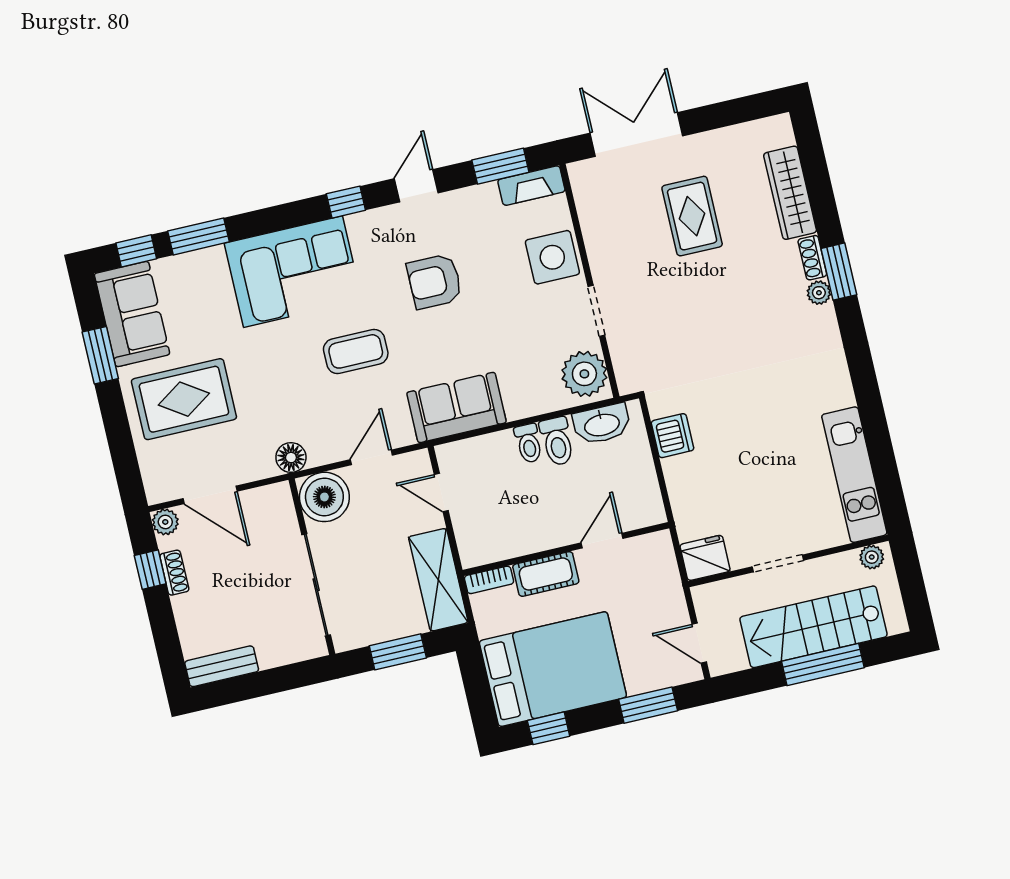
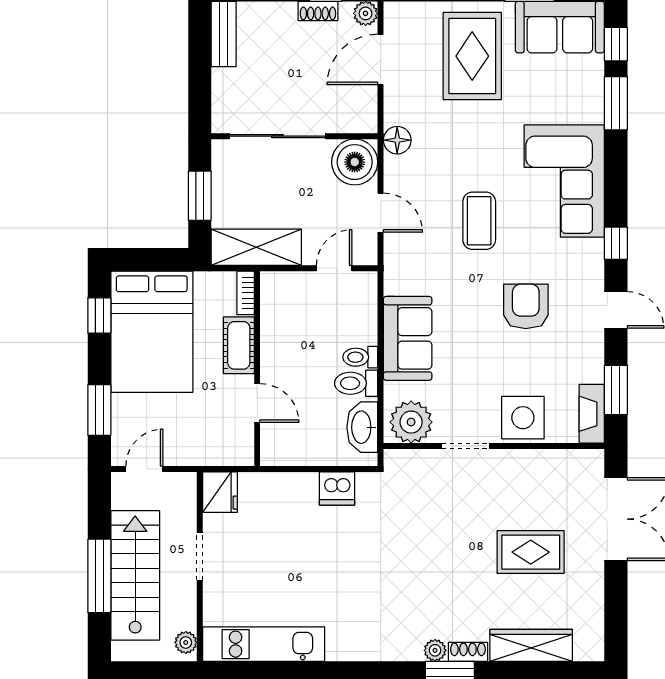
sofa: (456, 407) -> (408, 338), moved

